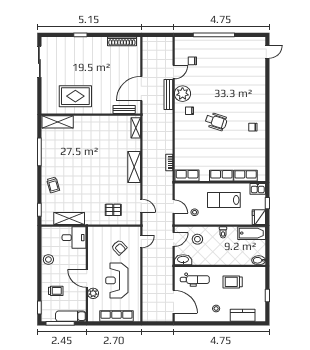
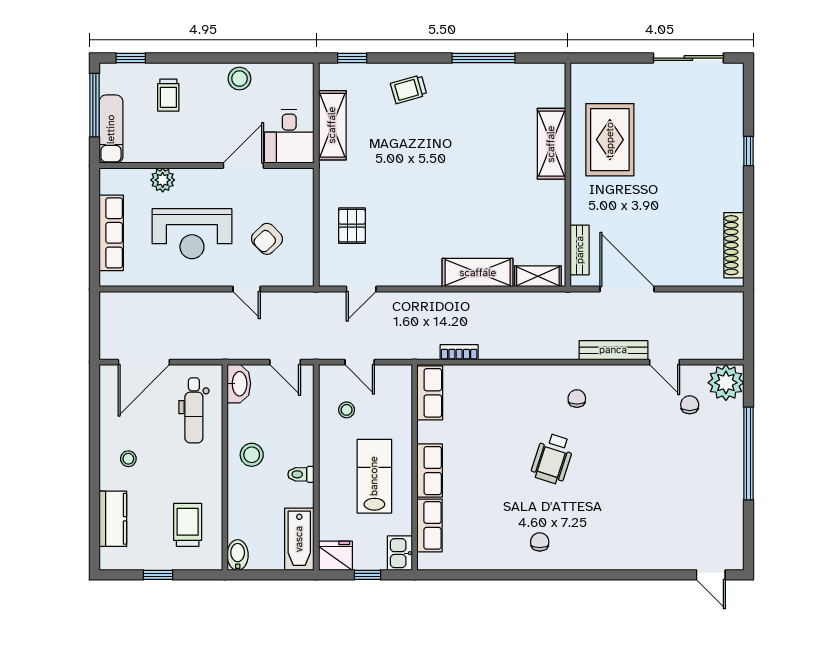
plant: (183, 94) -> (726, 383), moved
shelving: (58, 122) -> (551, 144), moved
shelving: (134, 167) -> (478, 273), moved
door: (174, 207) -> (360, 362), hinge flipped
stool: (197, 239) -> (252, 455), moved
door: (141, 242) -> (247, 289), moved
door: (87, 278) -> (243, 166), moved
reception desk: (117, 280) -> (192, 234), turned 180
trolley: (233, 282) -> (188, 525), moved

